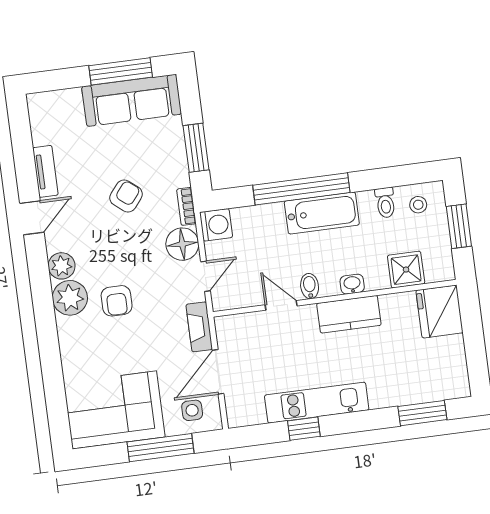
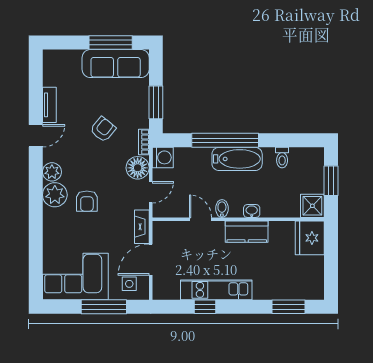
stool: (418, 205) -> (305, 162), removed
shower: (406, 270) -> (312, 206), moved

